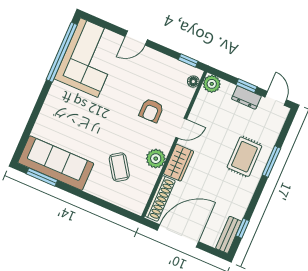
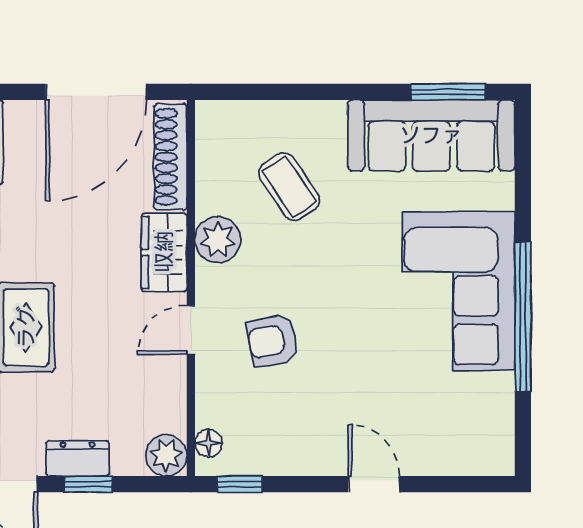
door: (136, 38) -> (374, 484), hinge flipped
window: (62, 52) -> (523, 317), moved
corner sofa: (89, 58) -> (458, 291), moved
armchair: (151, 110) -> (273, 341), turned -101

